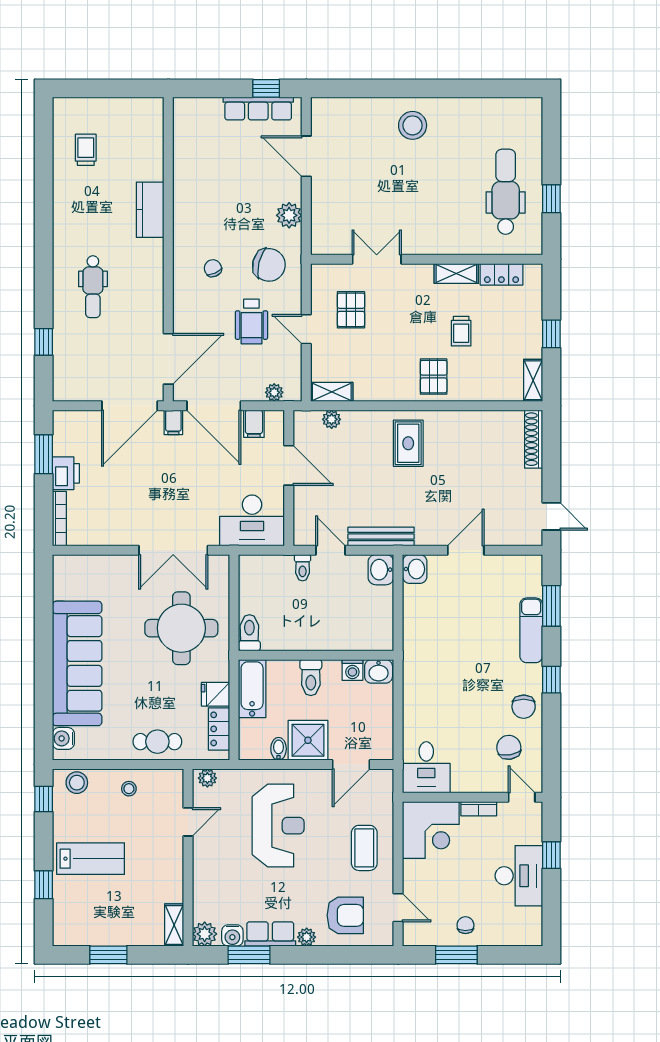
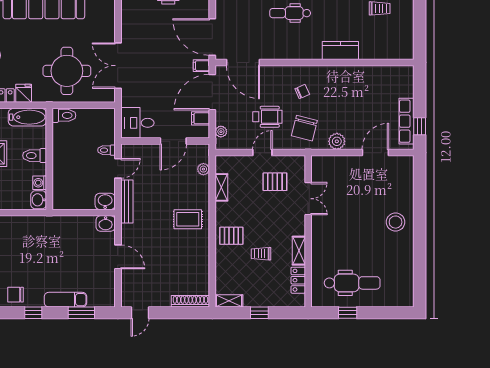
wheelchair: (251, 321) -> (267, 117), turned 180
shelving: (332, 392) -> (221, 187), moved
desk: (252, 520) -> (137, 123), width x0.73

